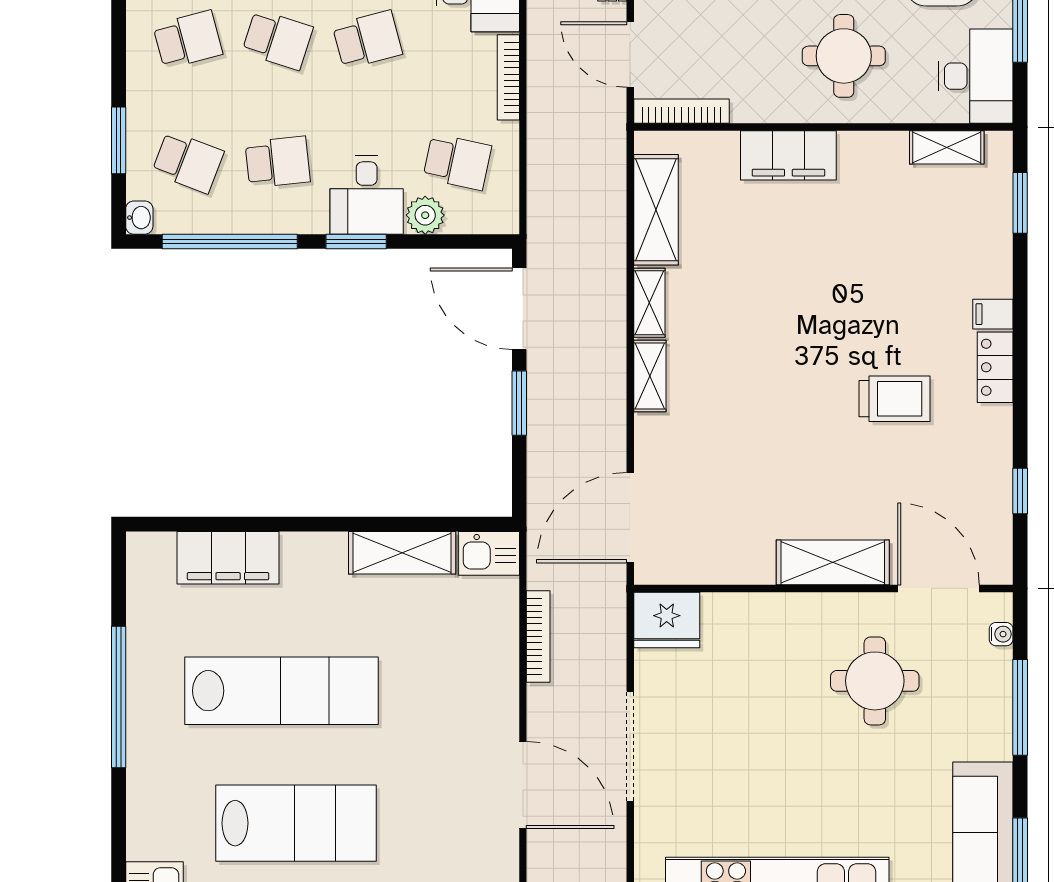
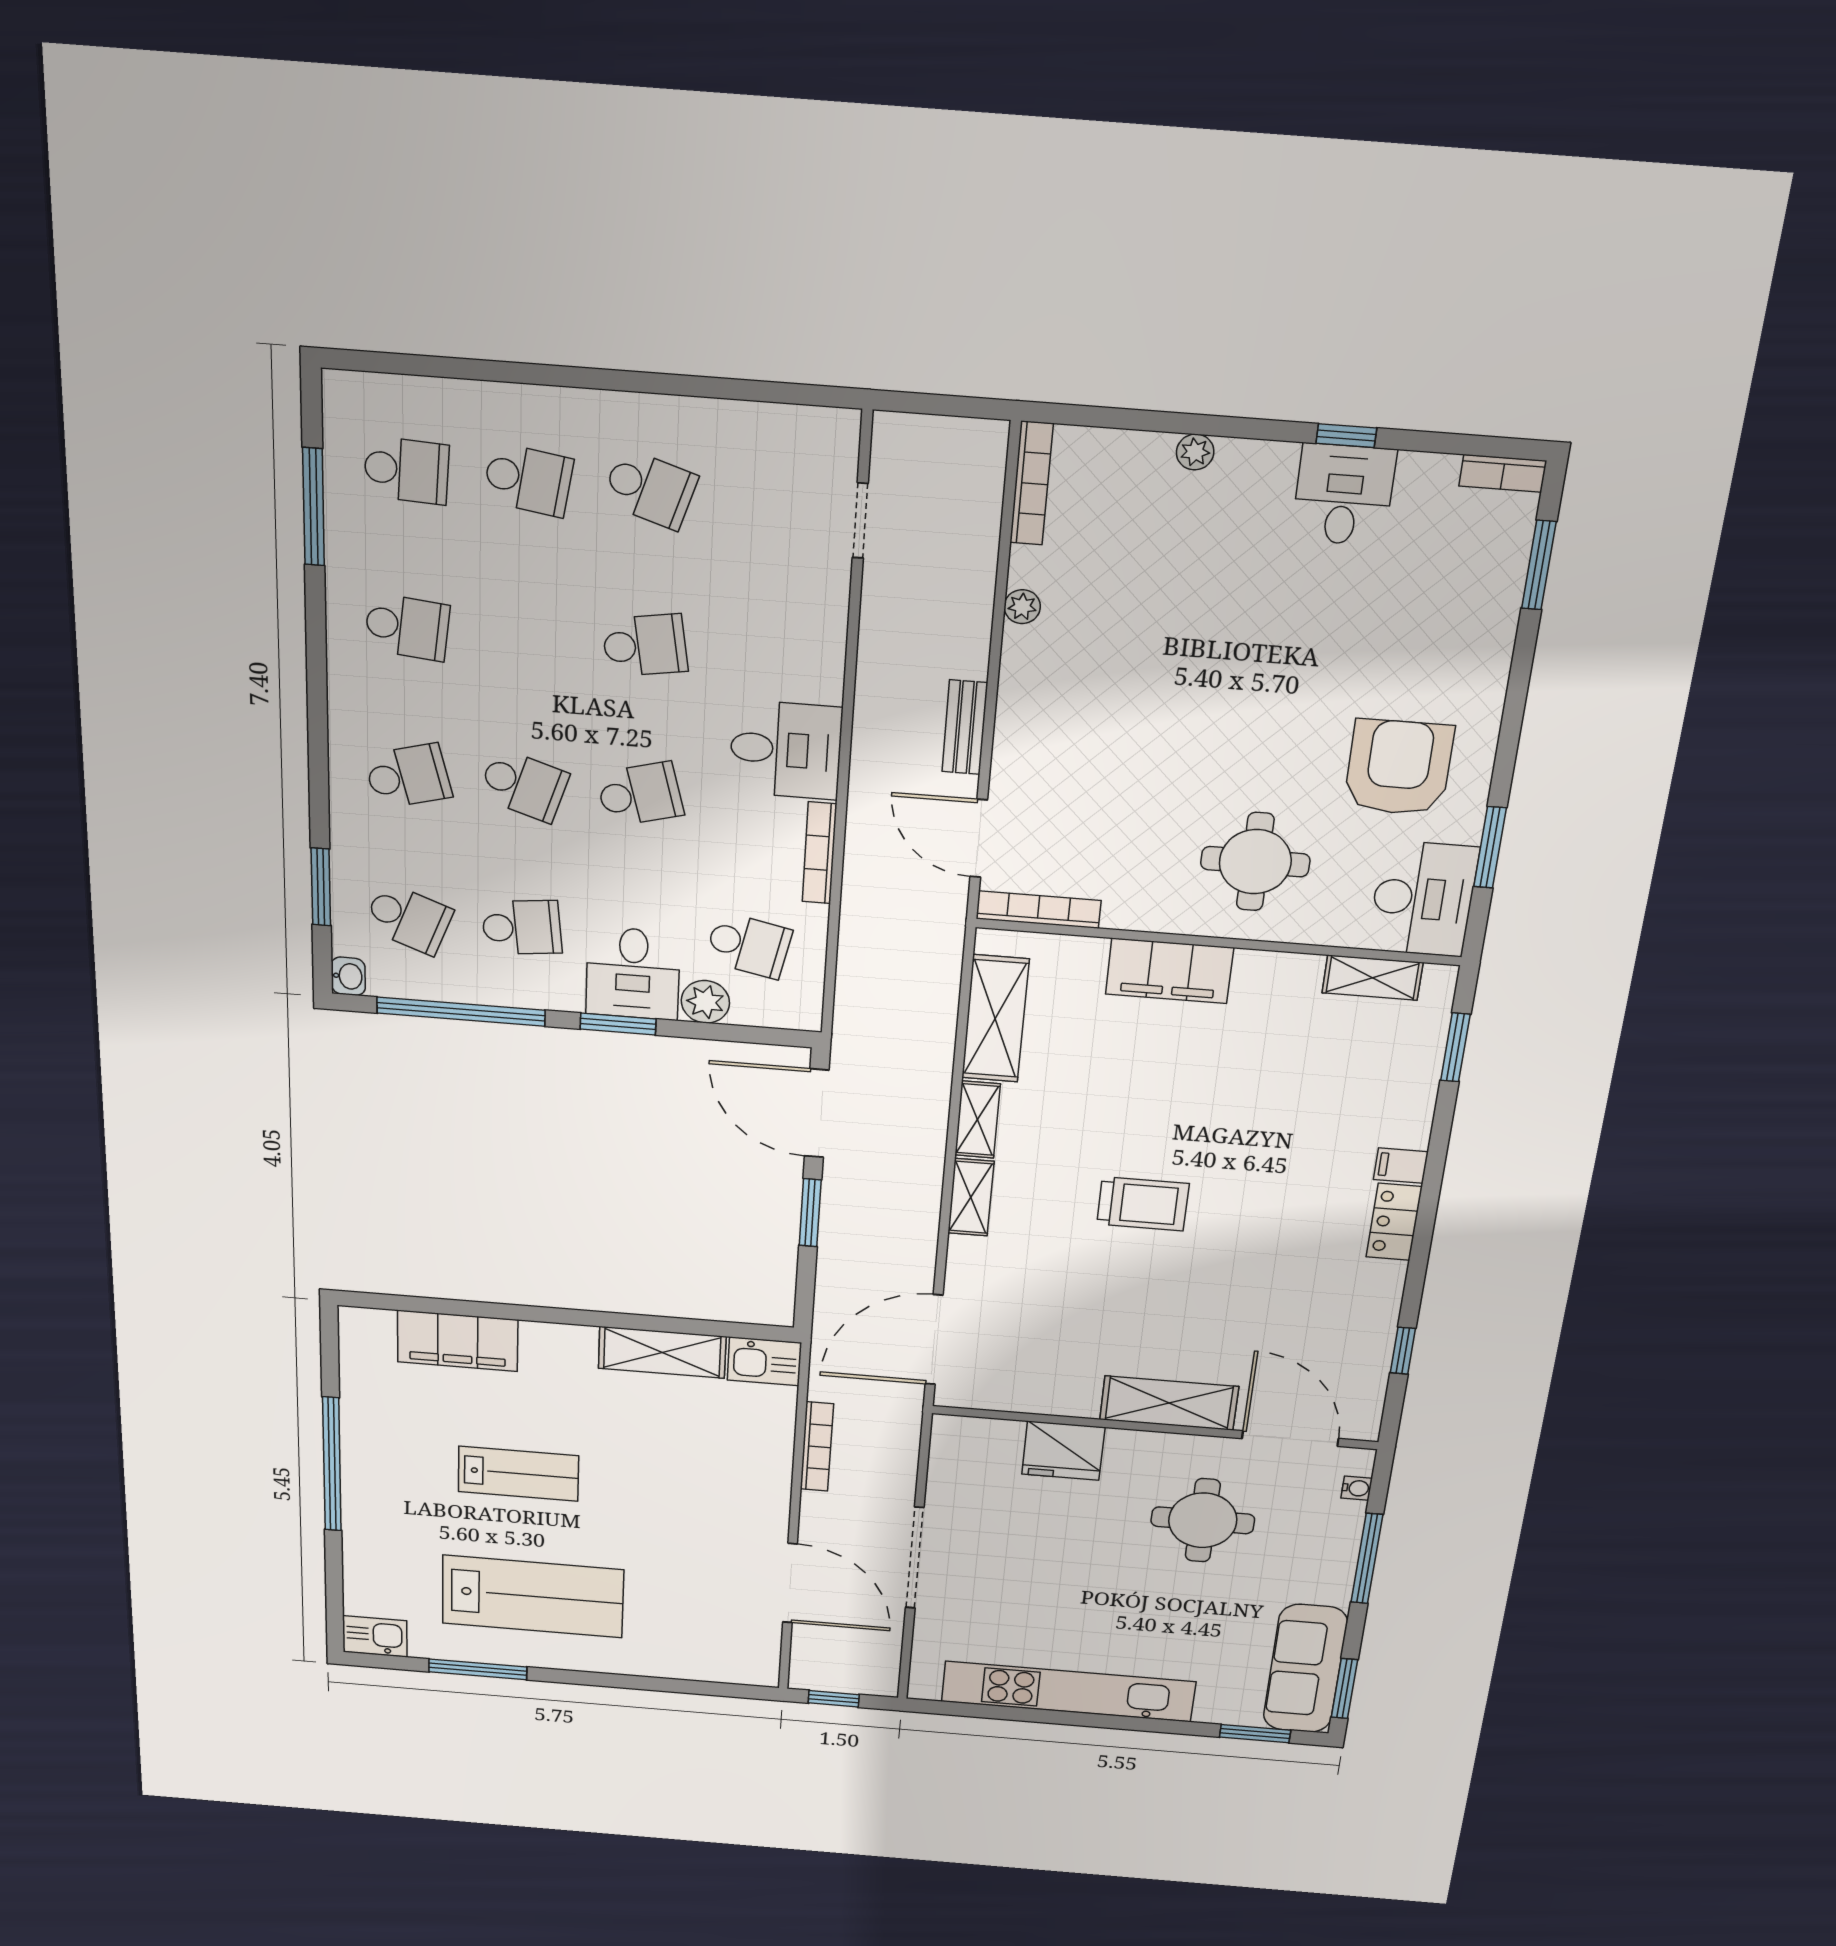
trolley: (895, 399) -> (1143, 1204), moved
fridge: (667, 620) -> (1063, 1451), moved
lab bench: (282, 691) -> (518, 1474), width x0.54, depth x0.72

